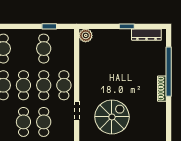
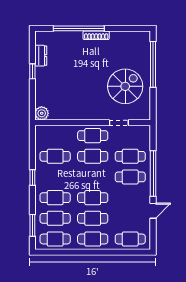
window: (49, 26) -> (32, 178), moved
dresser: (146, 35) -> (41, 56), width x0.70
cafe table: (23, 85) -> (93, 177), removed
spiral stairs: (112, 117) -> (125, 86), turned 90

